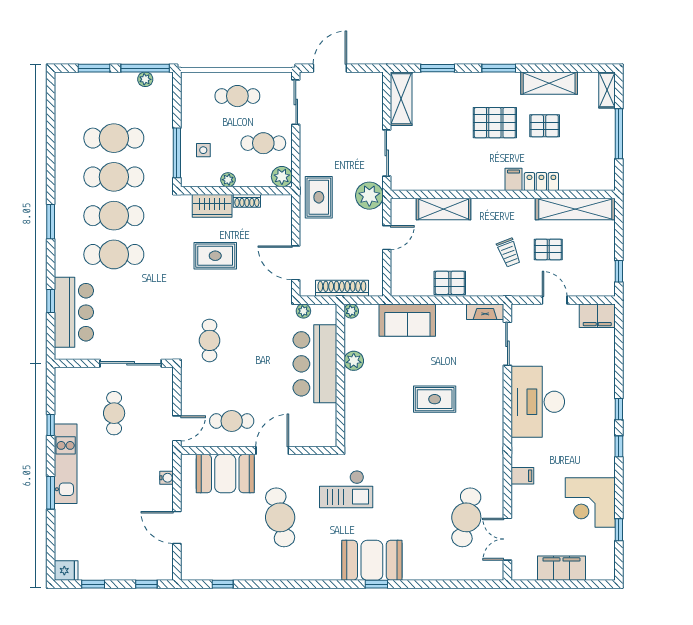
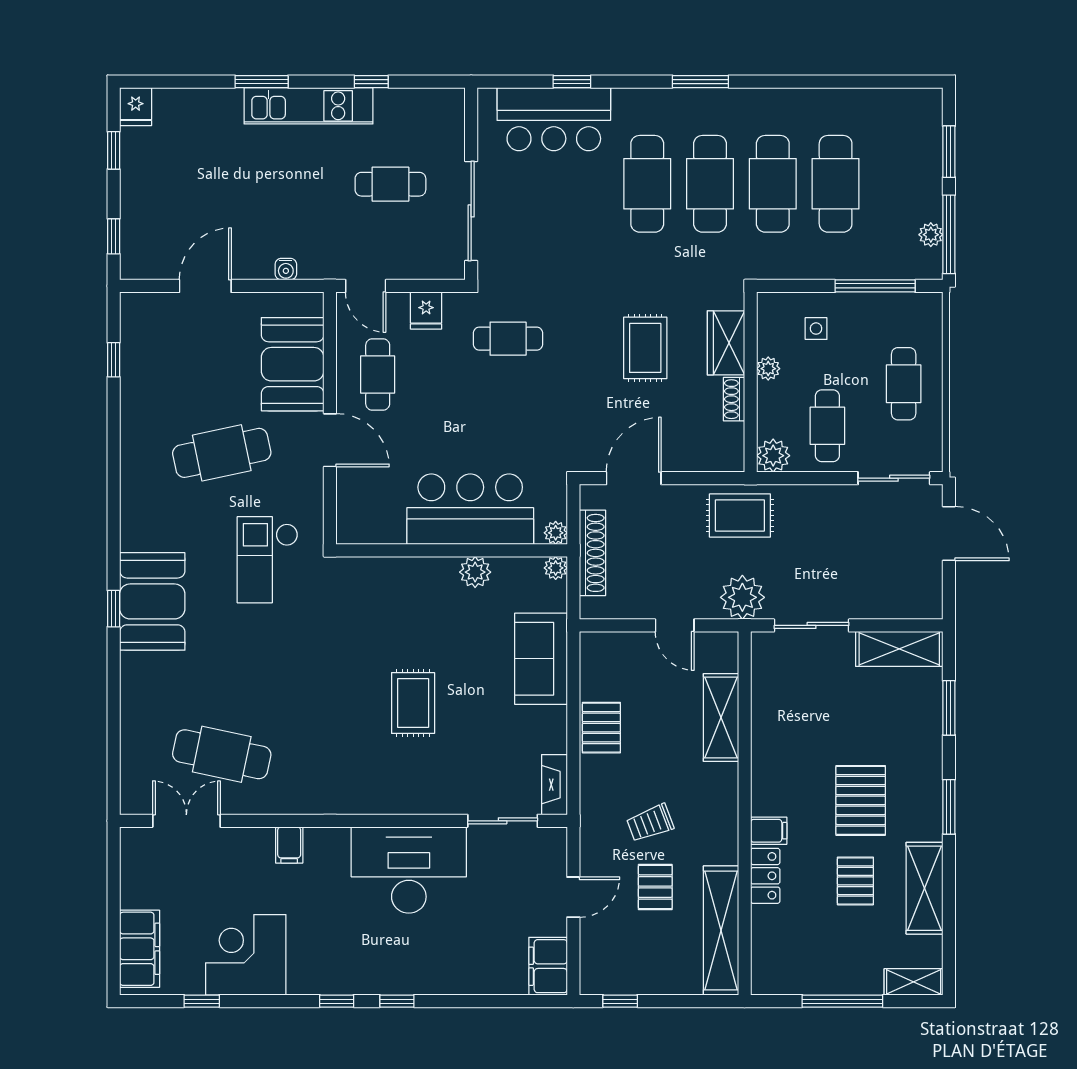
window: (177, 153) -> (875, 286), moved
plant: (303, 311) -> (556, 533), moved
fridge: (192, 391) -> (426, 310), added
filing cabinet: (561, 568) -> (140, 949), moved

